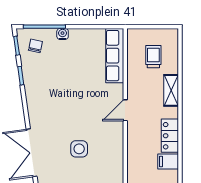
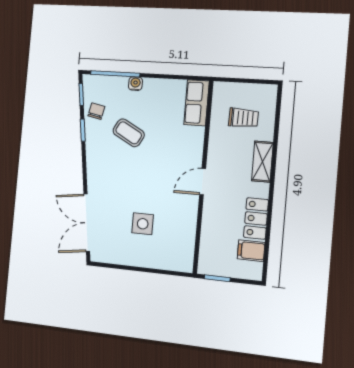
chair: (35, 46) -> (96, 111), moved
row of seats: (115, 56) -> (196, 103), width x0.68
trolley: (153, 57) -> (243, 118), turned 91
coffee table: (60, 75) -> (129, 133), added

